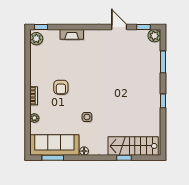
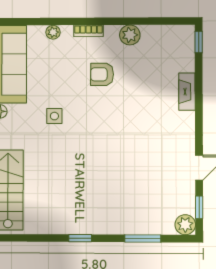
plant: (36, 39) -> (130, 35), moved

